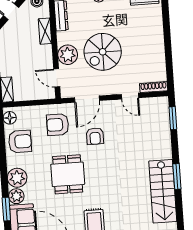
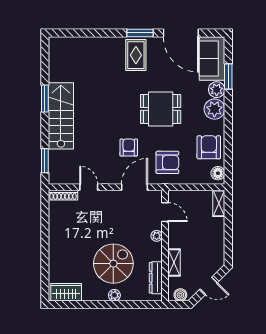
spiral stairs: (103, 52) -> (113, 264), moved
plant: (68, 55) -> (157, 236), width x0.53, depth x0.53
armchair: (20, 141) -> (209, 147), turned 90
dining table: (68, 174) -> (161, 109), turned 90
stairs: (163, 191) -> (61, 116), moved

